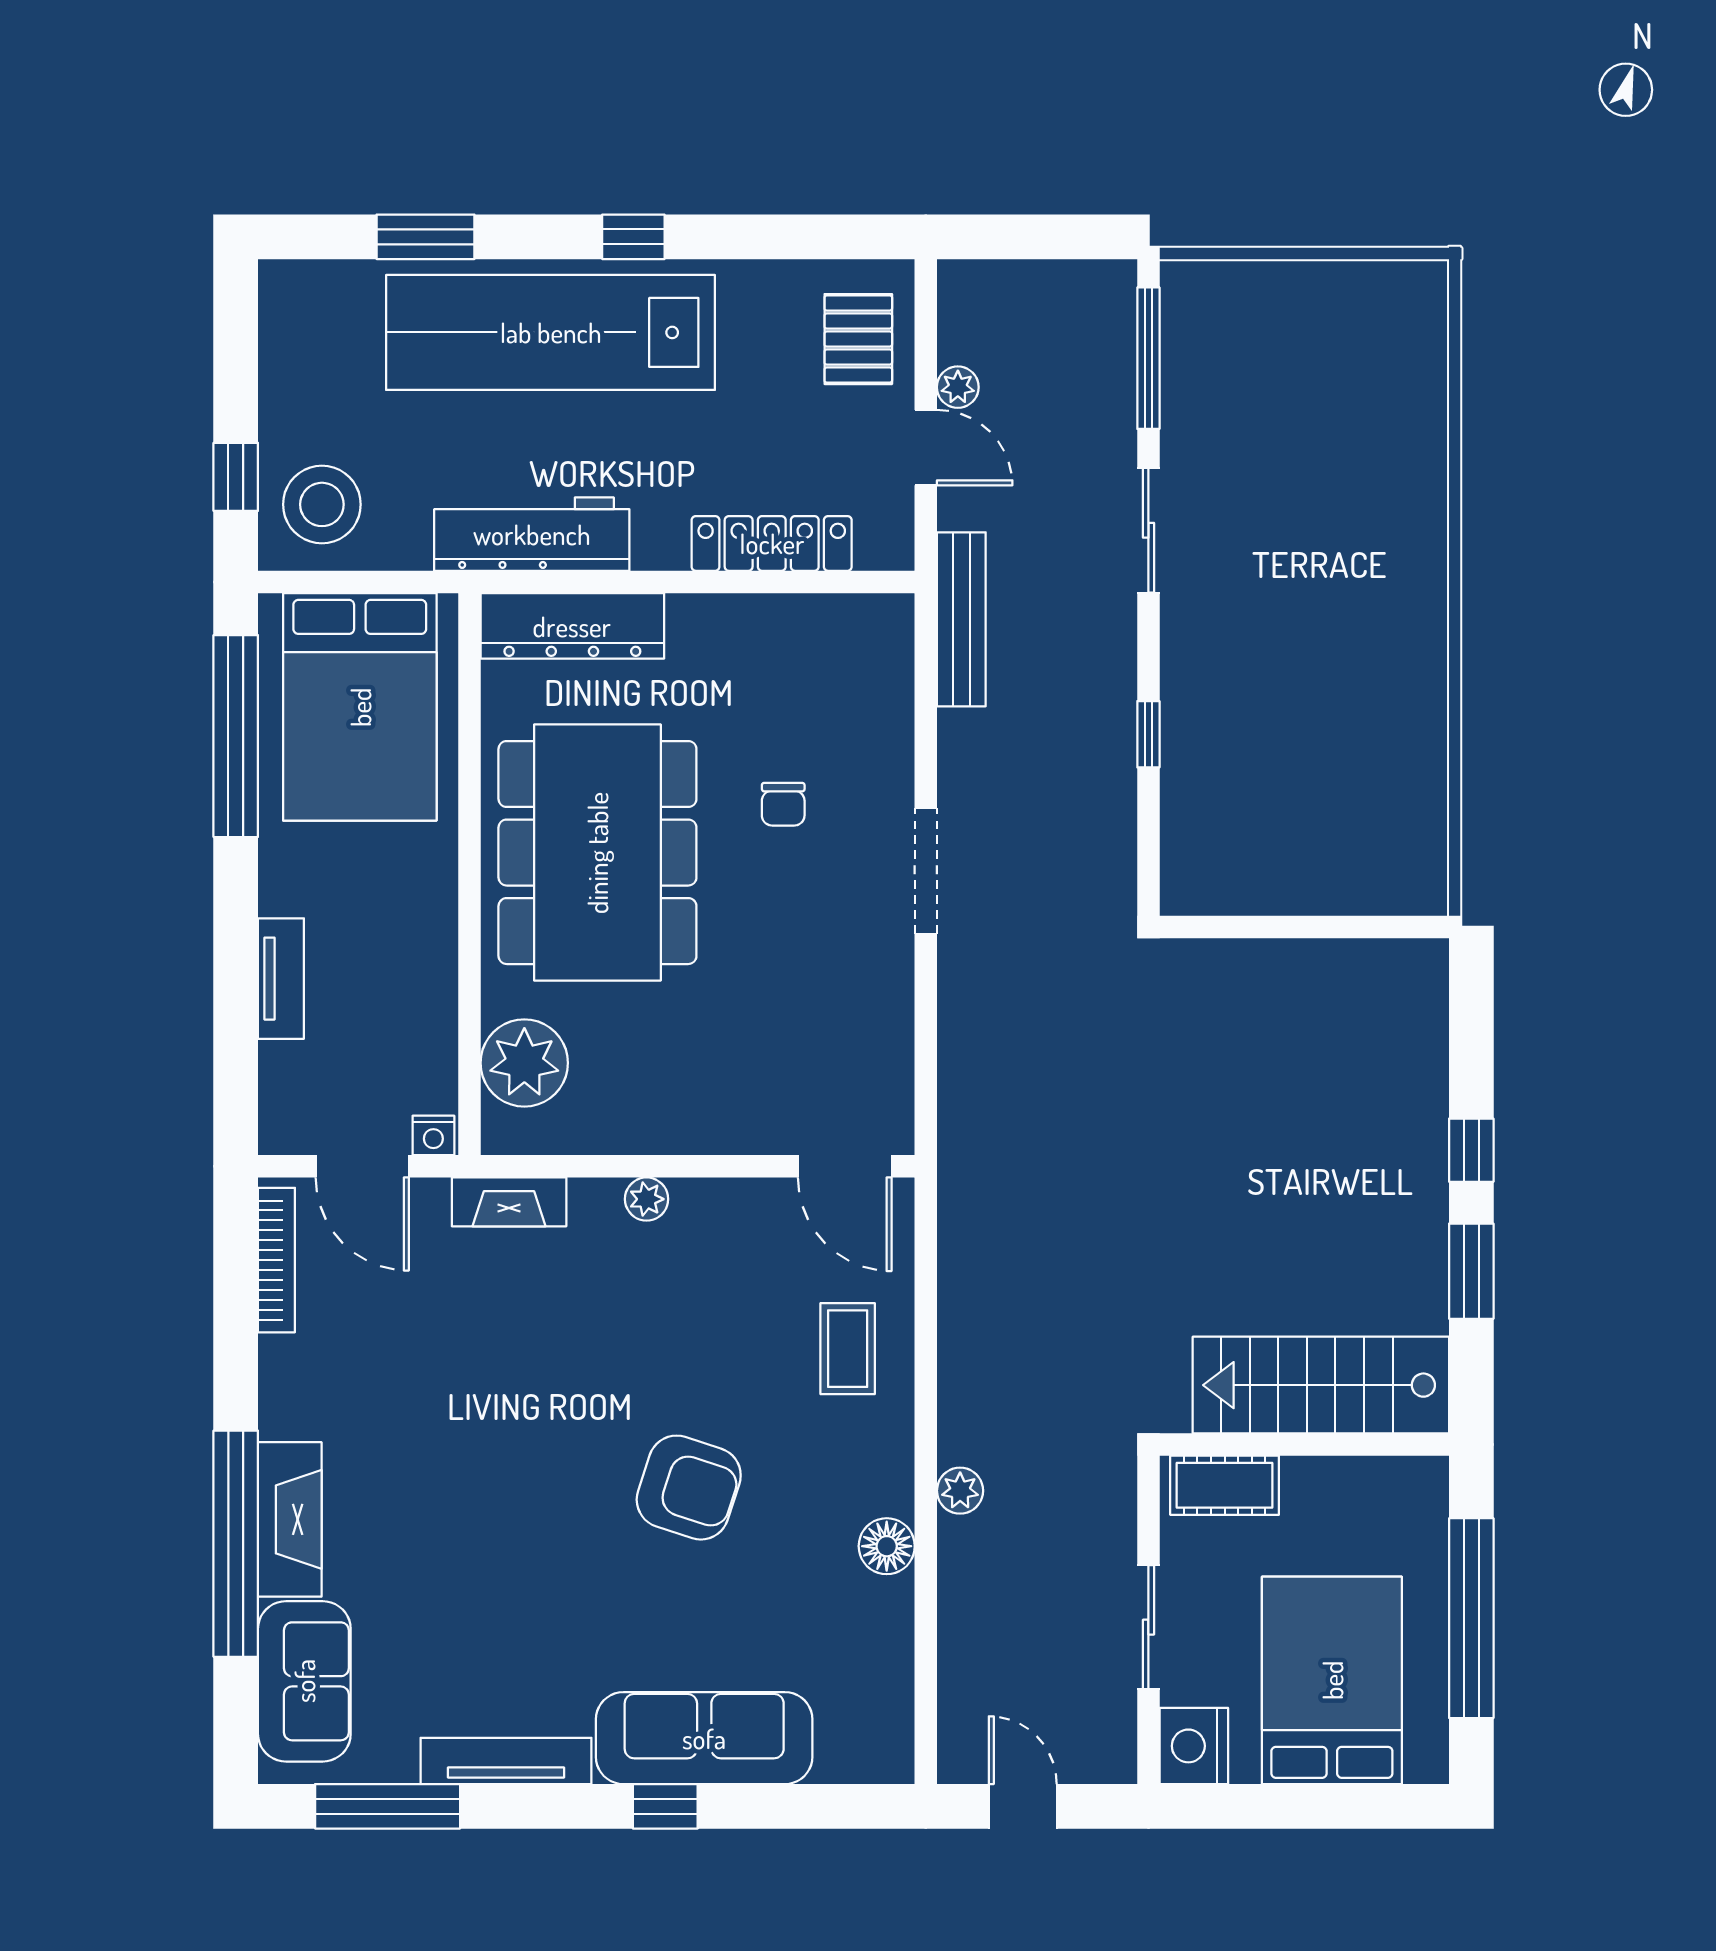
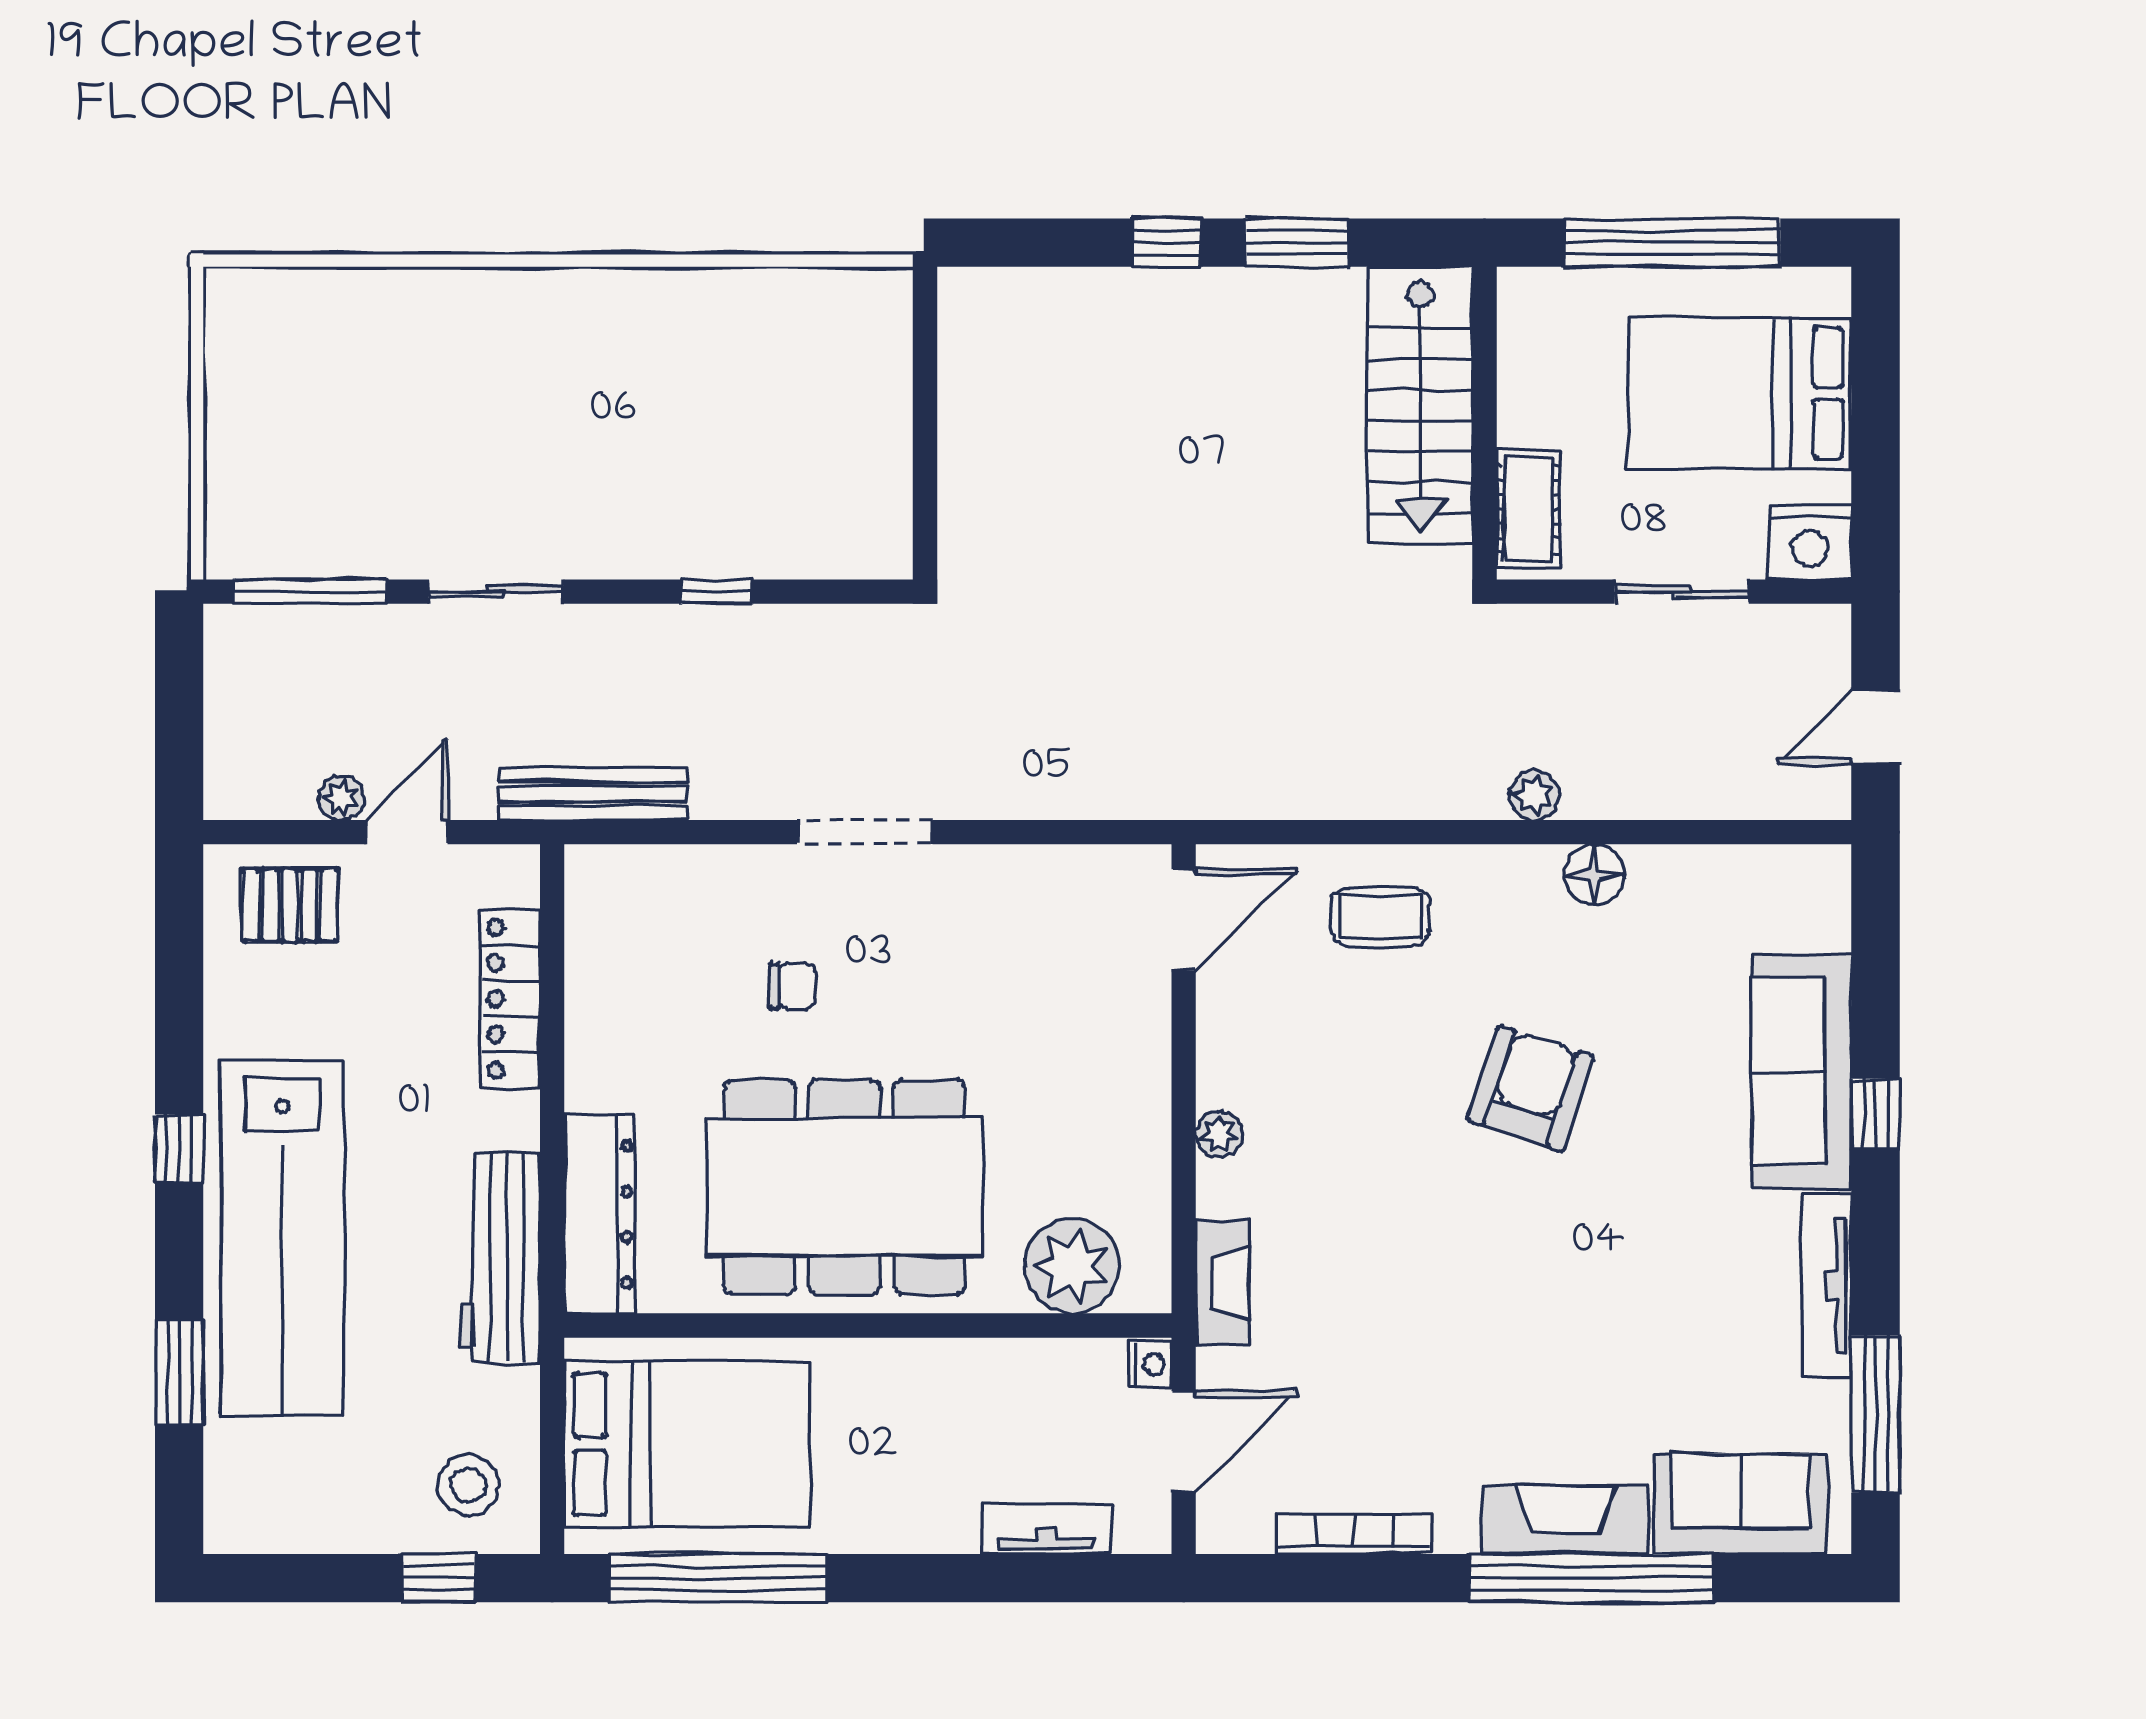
stool: (322, 504) -> (468, 1485), width x0.73, depth x0.73
tv unit: (281, 979) -> (1046, 1529), moved
bookcase: (276, 1260) -> (1354, 1534), moved

